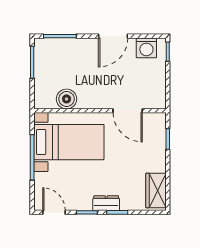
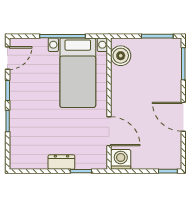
washing machine: (146, 48) -> (121, 159), moved, turned 90
boiler: (67, 99) -> (121, 56), moved
door: (128, 111) -> (109, 131), swing flipped
wardrobe: (156, 190) -> (30, 159), removed
dresser: (106, 203) -> (61, 162), moved, turned -90

